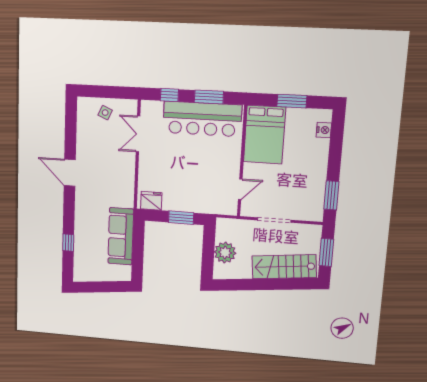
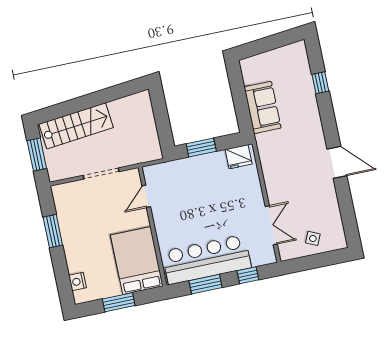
window: (331, 195) -> (53, 231), moved
sofa: (121, 236) -> (263, 107), width x0.73
plant: (225, 253) -> (143, 123), removed

